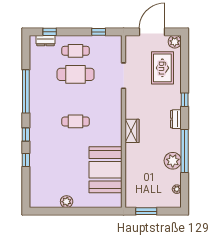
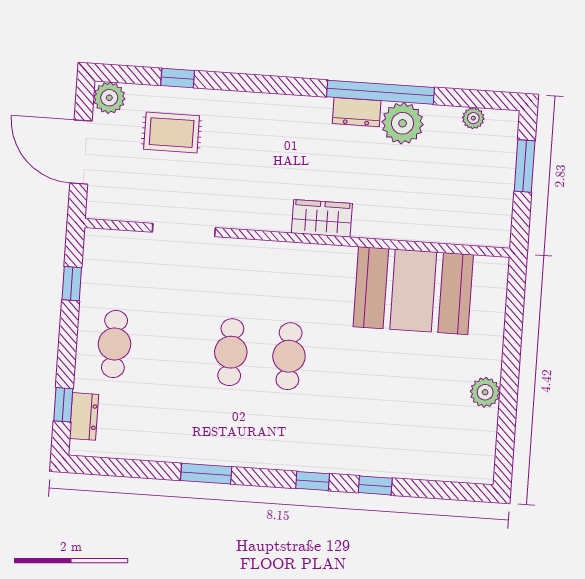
rug: (162, 68) -> (172, 133), width x0.73, depth x0.70
cafe table: (76, 74) -> (231, 352), moved, width x0.73, depth x0.74
window: (26, 91) -> (206, 474), width x0.47
window: (185, 100) -> (178, 78), moved
dresser: (176, 119) -> (357, 112), moved
window: (146, 211) -> (525, 166), moved

